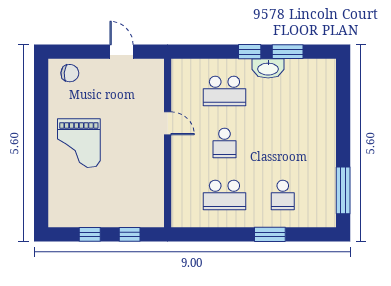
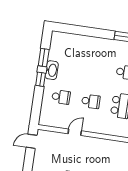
door: (121, 52) -> (32, 141), moved
school desk: (224, 91) -> (61, 97), width x0.54

